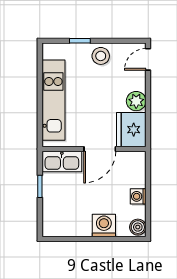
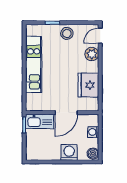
plant: (136, 101) -> (92, 54), moved
wall: (94, 149) -> (62, 113), moved
door: (100, 149) -> (66, 113), moved
kitchen sink: (62, 162) -> (40, 121), moved

